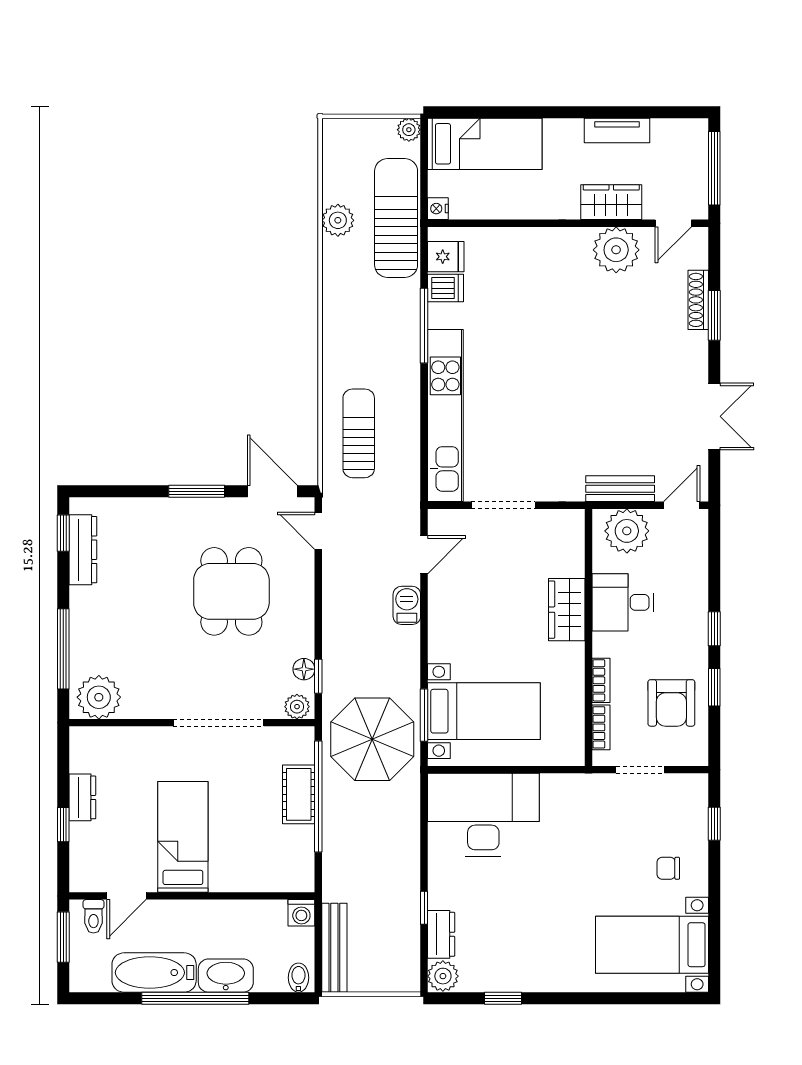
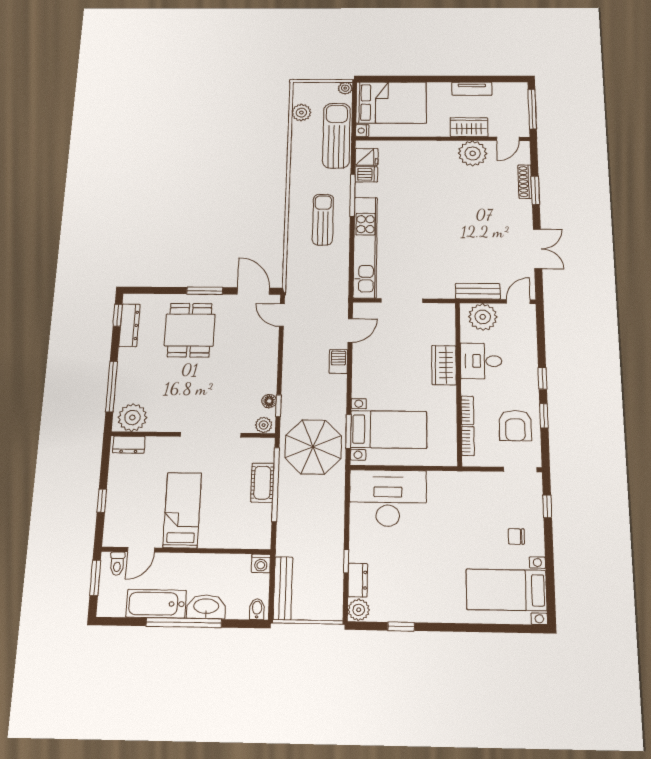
bed: (485, 144) -> (391, 103), width x1.50
plant: (338, 220) -> (301, 113), moved
sun lounger: (359, 433) -> (323, 220), moved
dining table: (231, 591) -> (190, 330), moved
doorway: (640, 770) -> (520, 470), moved
dresser: (82, 797) -> (129, 445), moved, turned 90

